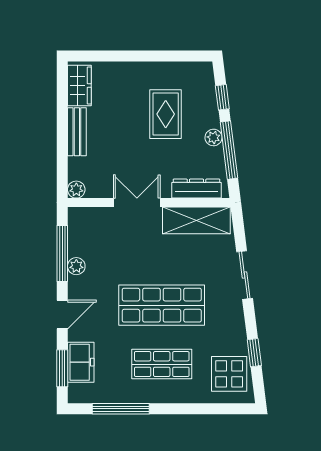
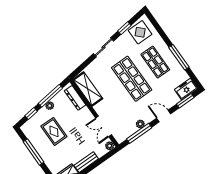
window: (156, 56) -> (33, 152), added
rug: (166, 114) -> (54, 131), turned 90
double door: (137, 202) -> (104, 126), moved
sliding door: (245, 275) -> (104, 47), moved
freezer: (81, 362) -> (186, 89), moved
window: (121, 409) -> (179, 57), moved

